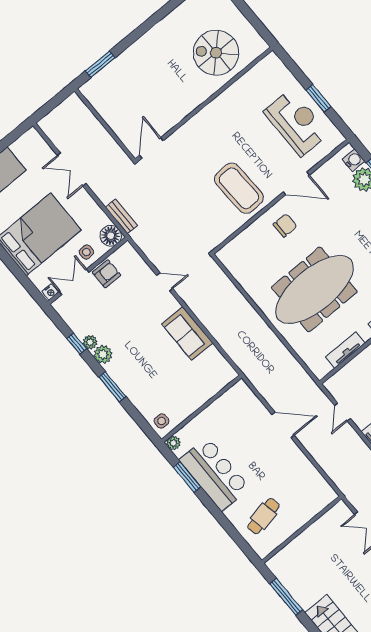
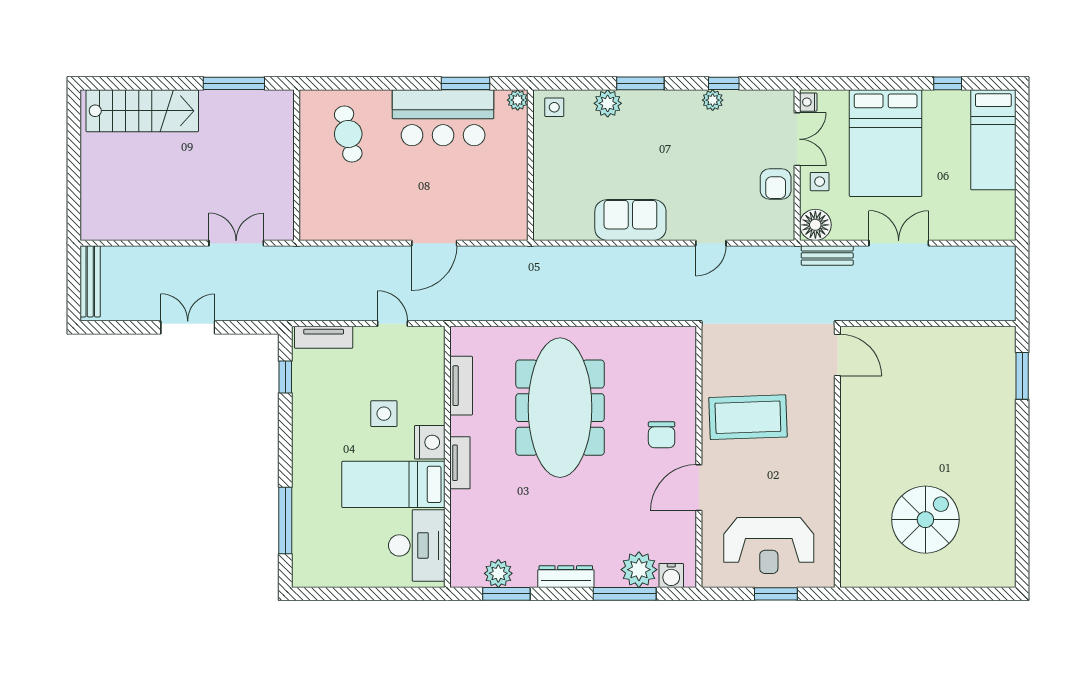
wall: (204, 104) -> (837, 457), moved
door: (151, 148) -> (837, 355), moved
double door: (72, 169) -> (899, 243), moved
plant: (103, 354) -> (608, 103), moved

